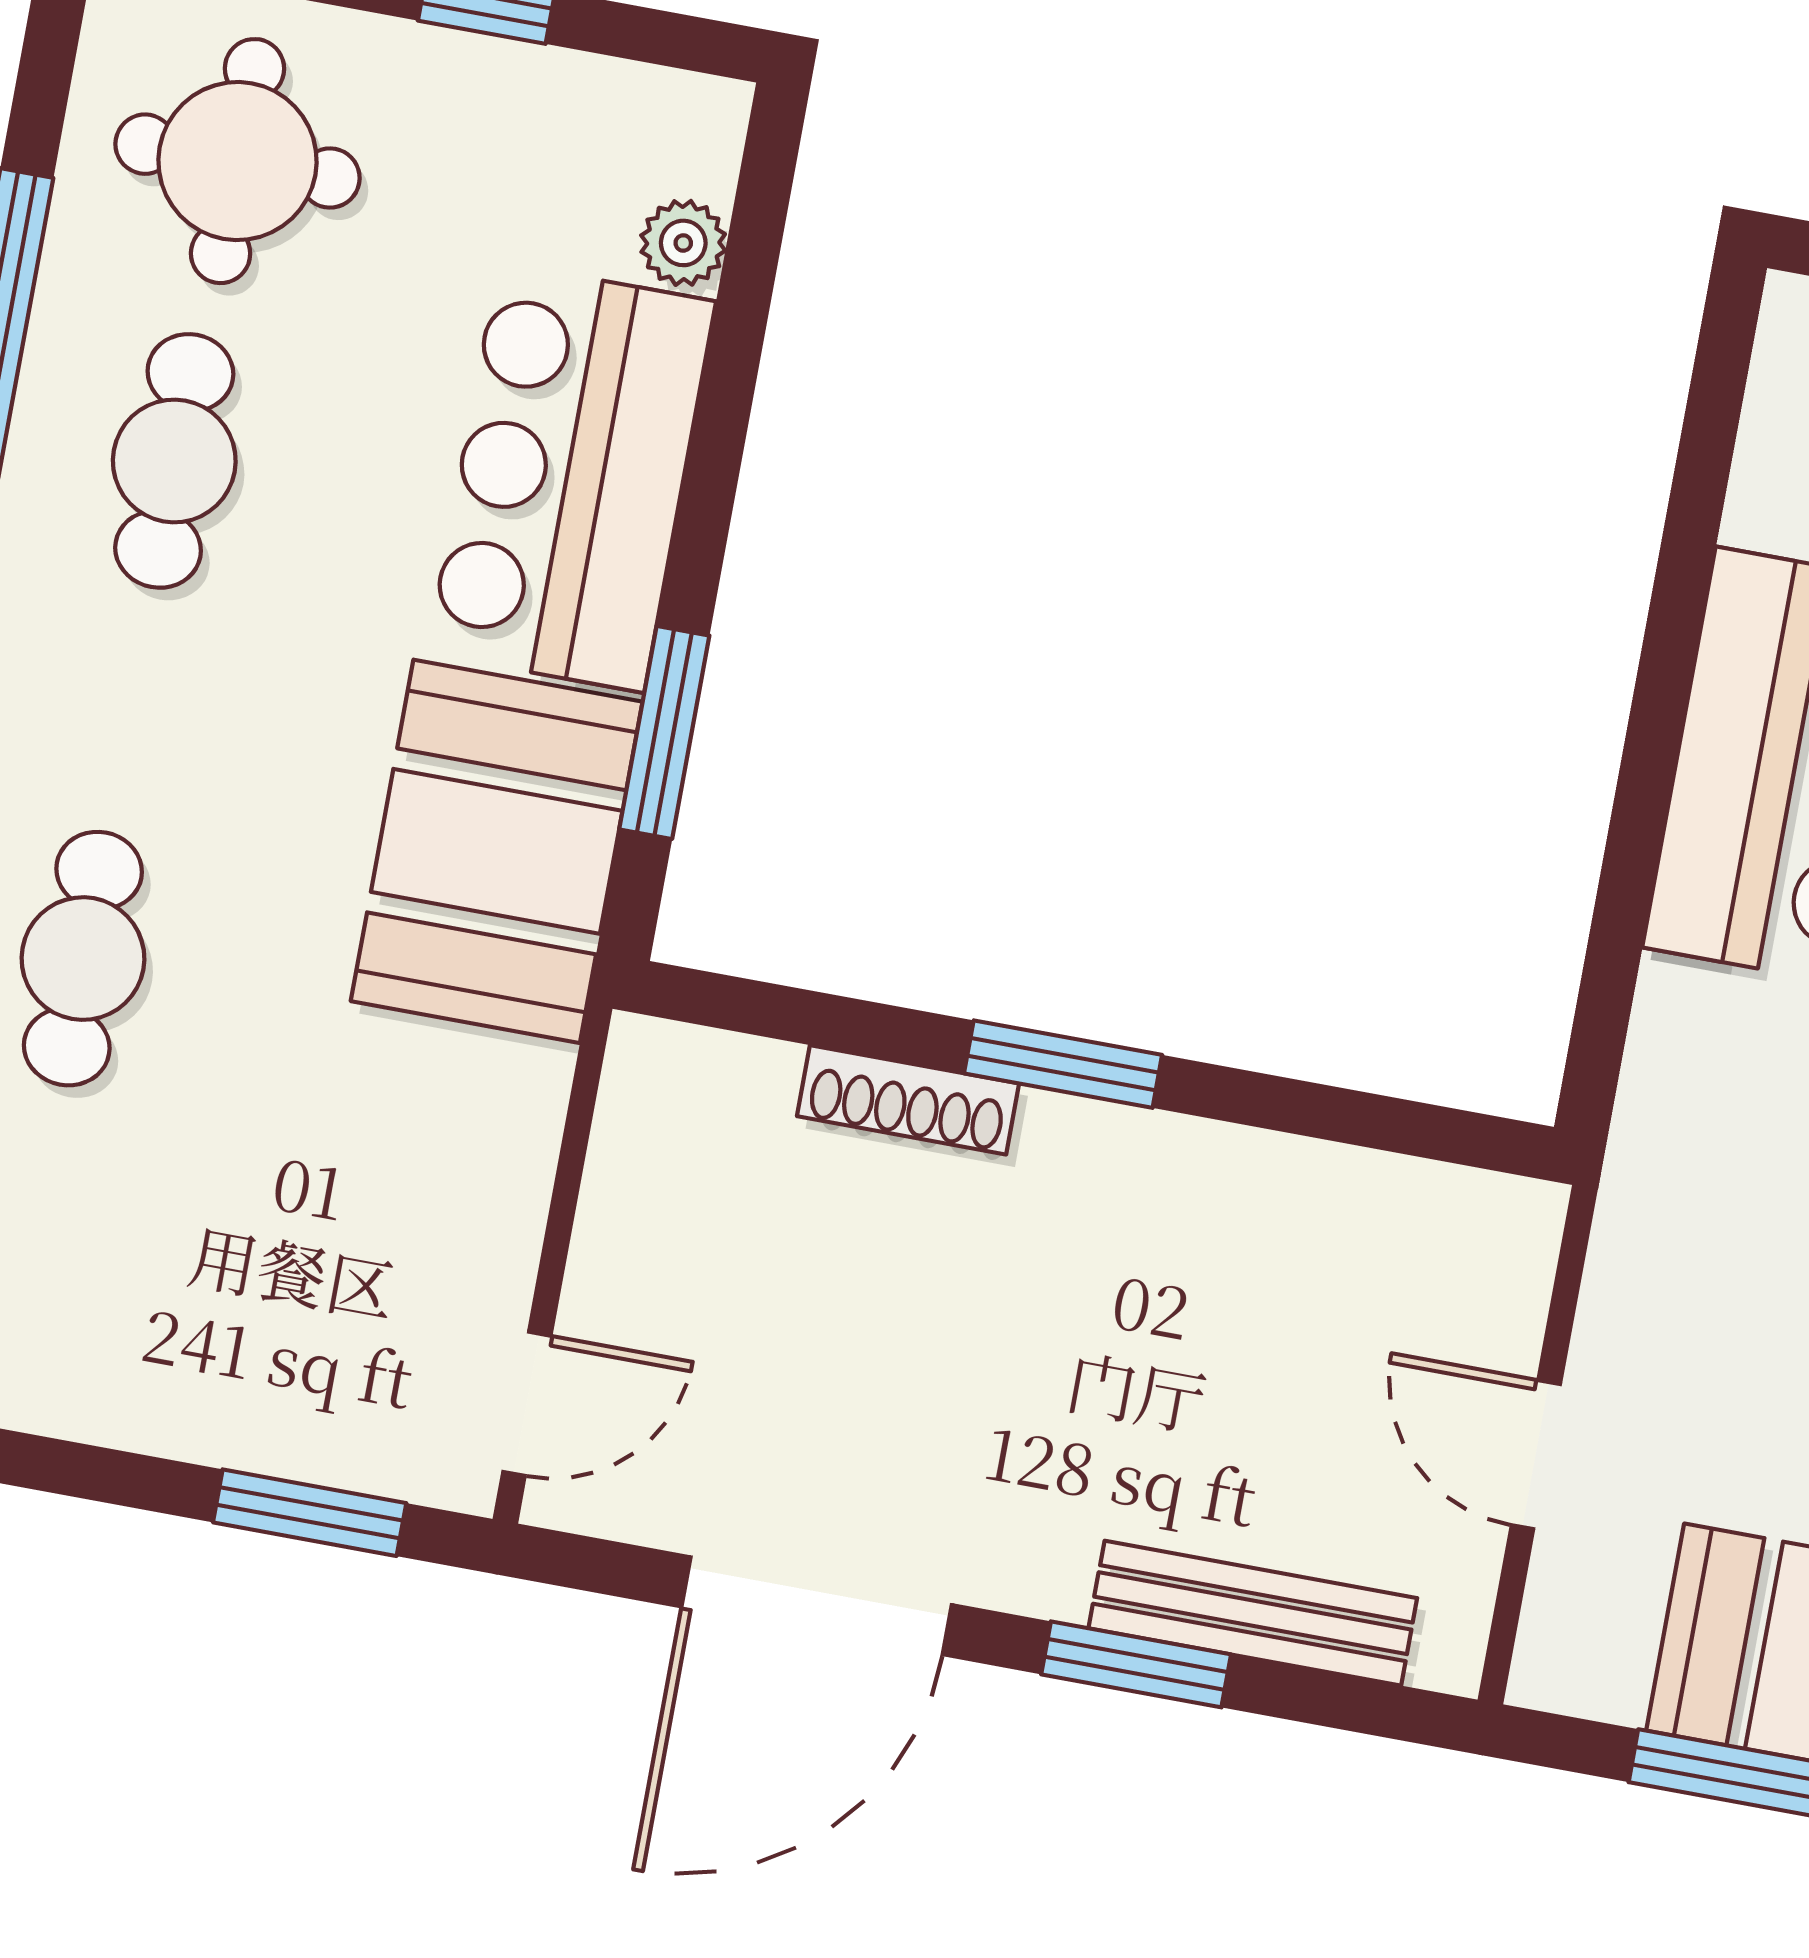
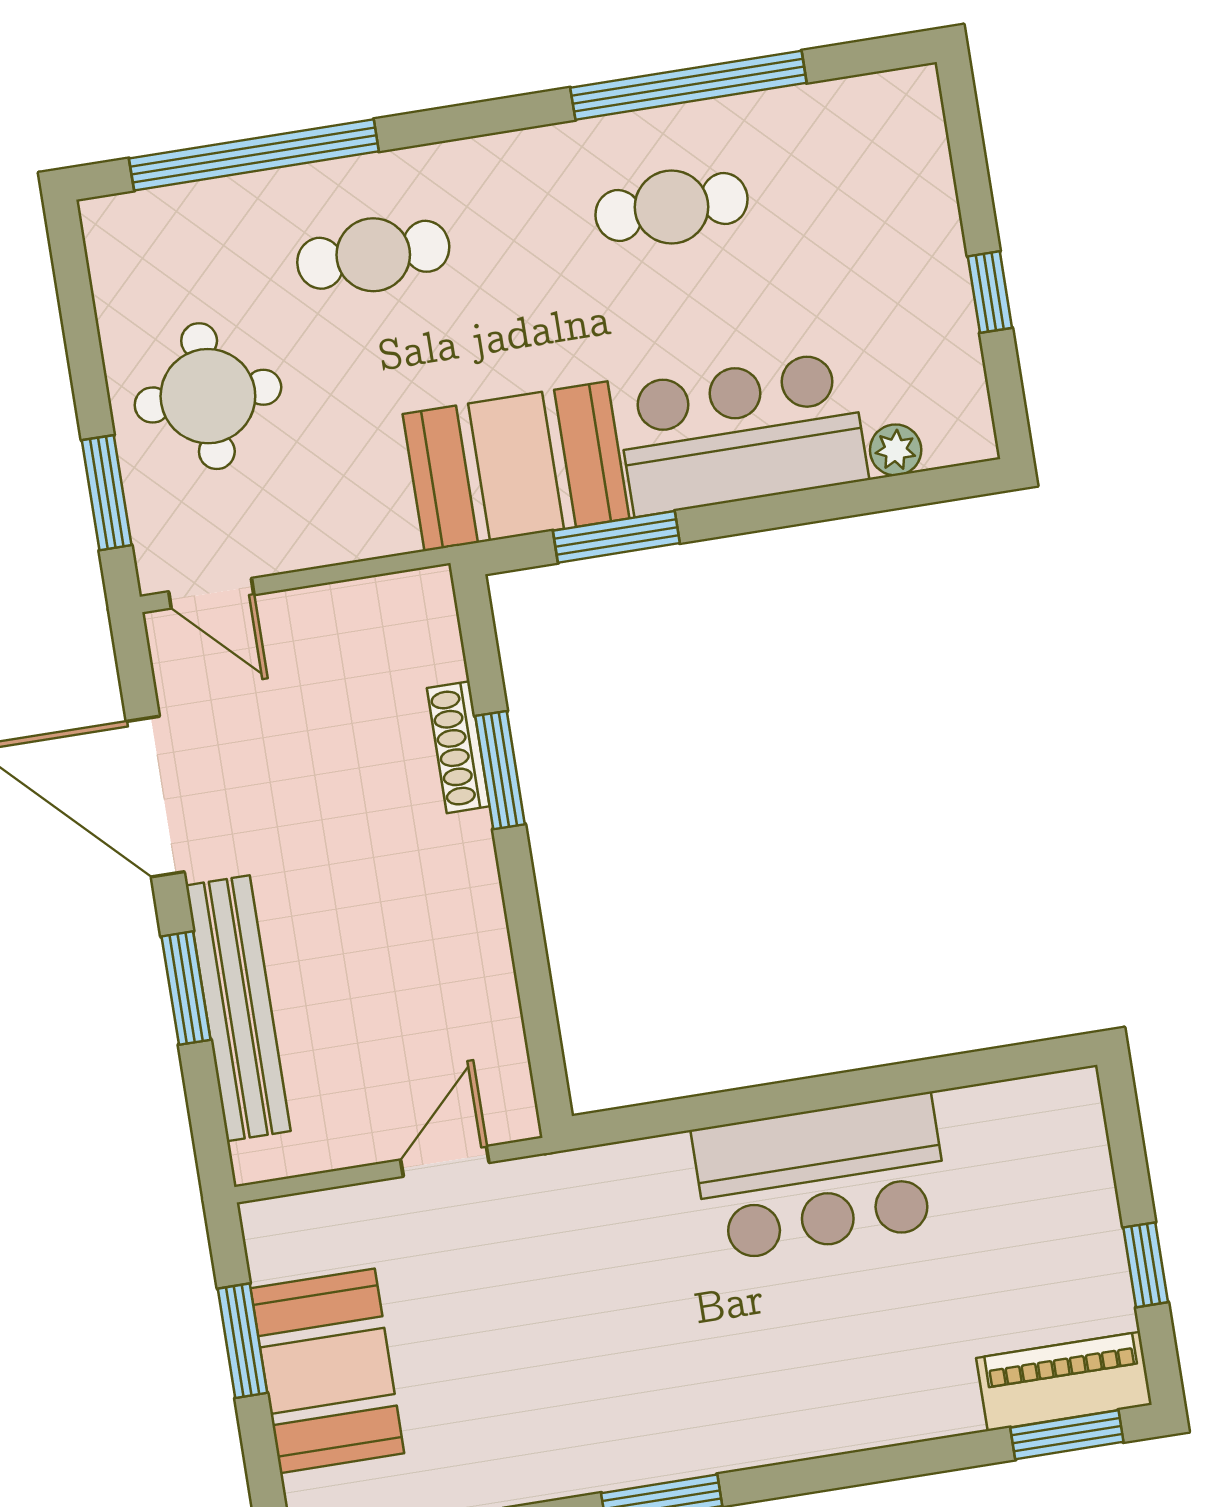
round table: (238, 161) -> (208, 396), moved
window: (1063, 1064) -> (500, 770), moved
door: (1536, 1455) -> (445, 1161), moved
bench: (1253, 1613) -> (238, 1008), width x1.37, depth x1.21

